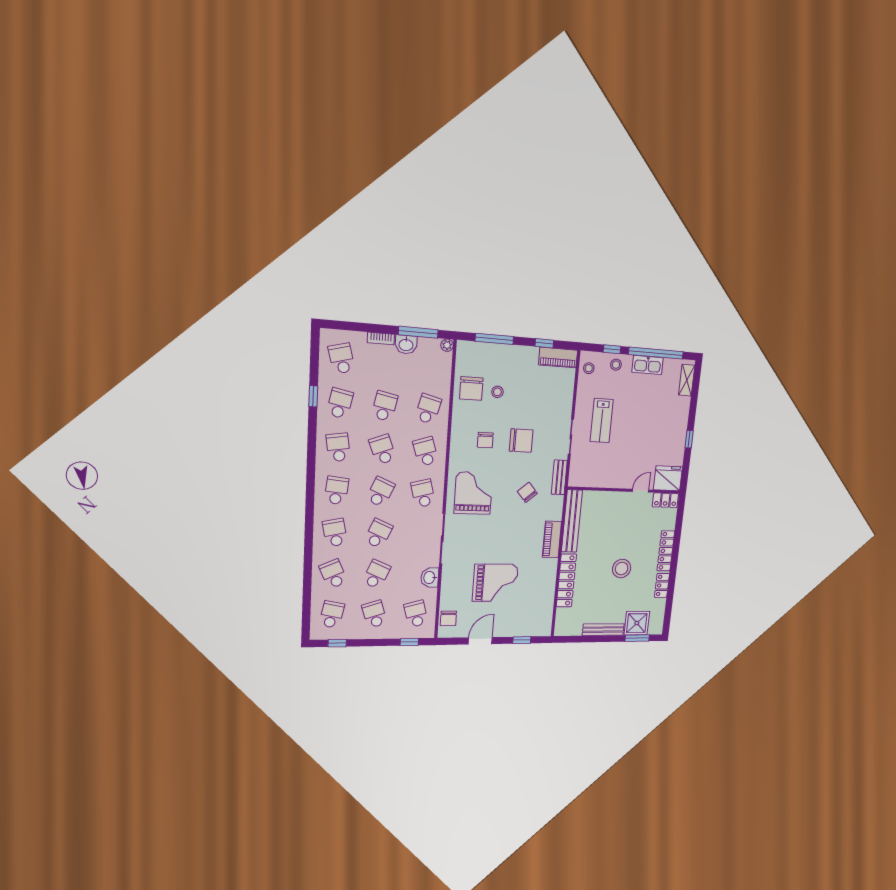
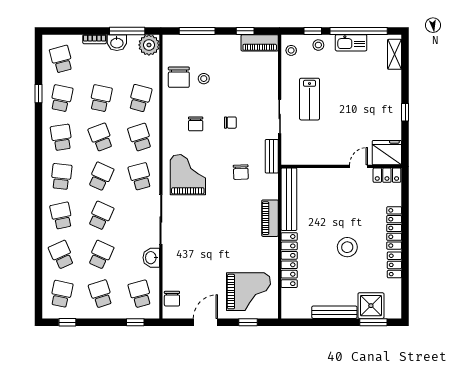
plant: (447, 345) -> (149, 45), width x1.88, depth x1.88
chair: (521, 441) -> (230, 123), width x0.54, depth x0.54
chair: (527, 492) -> (241, 172), turned -141
grand piano: (495, 583) -> (248, 292), moved

